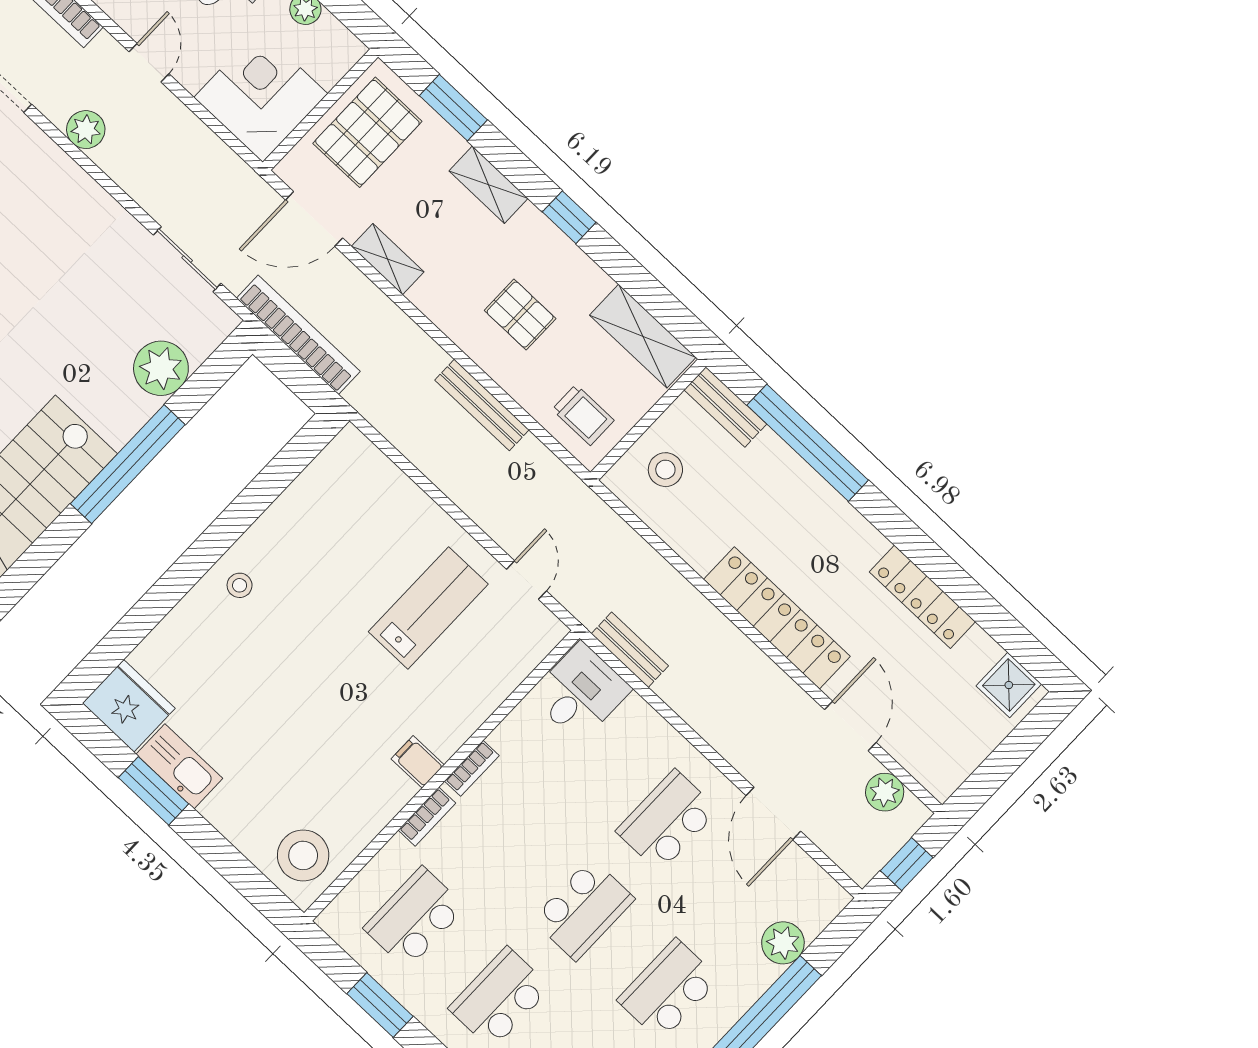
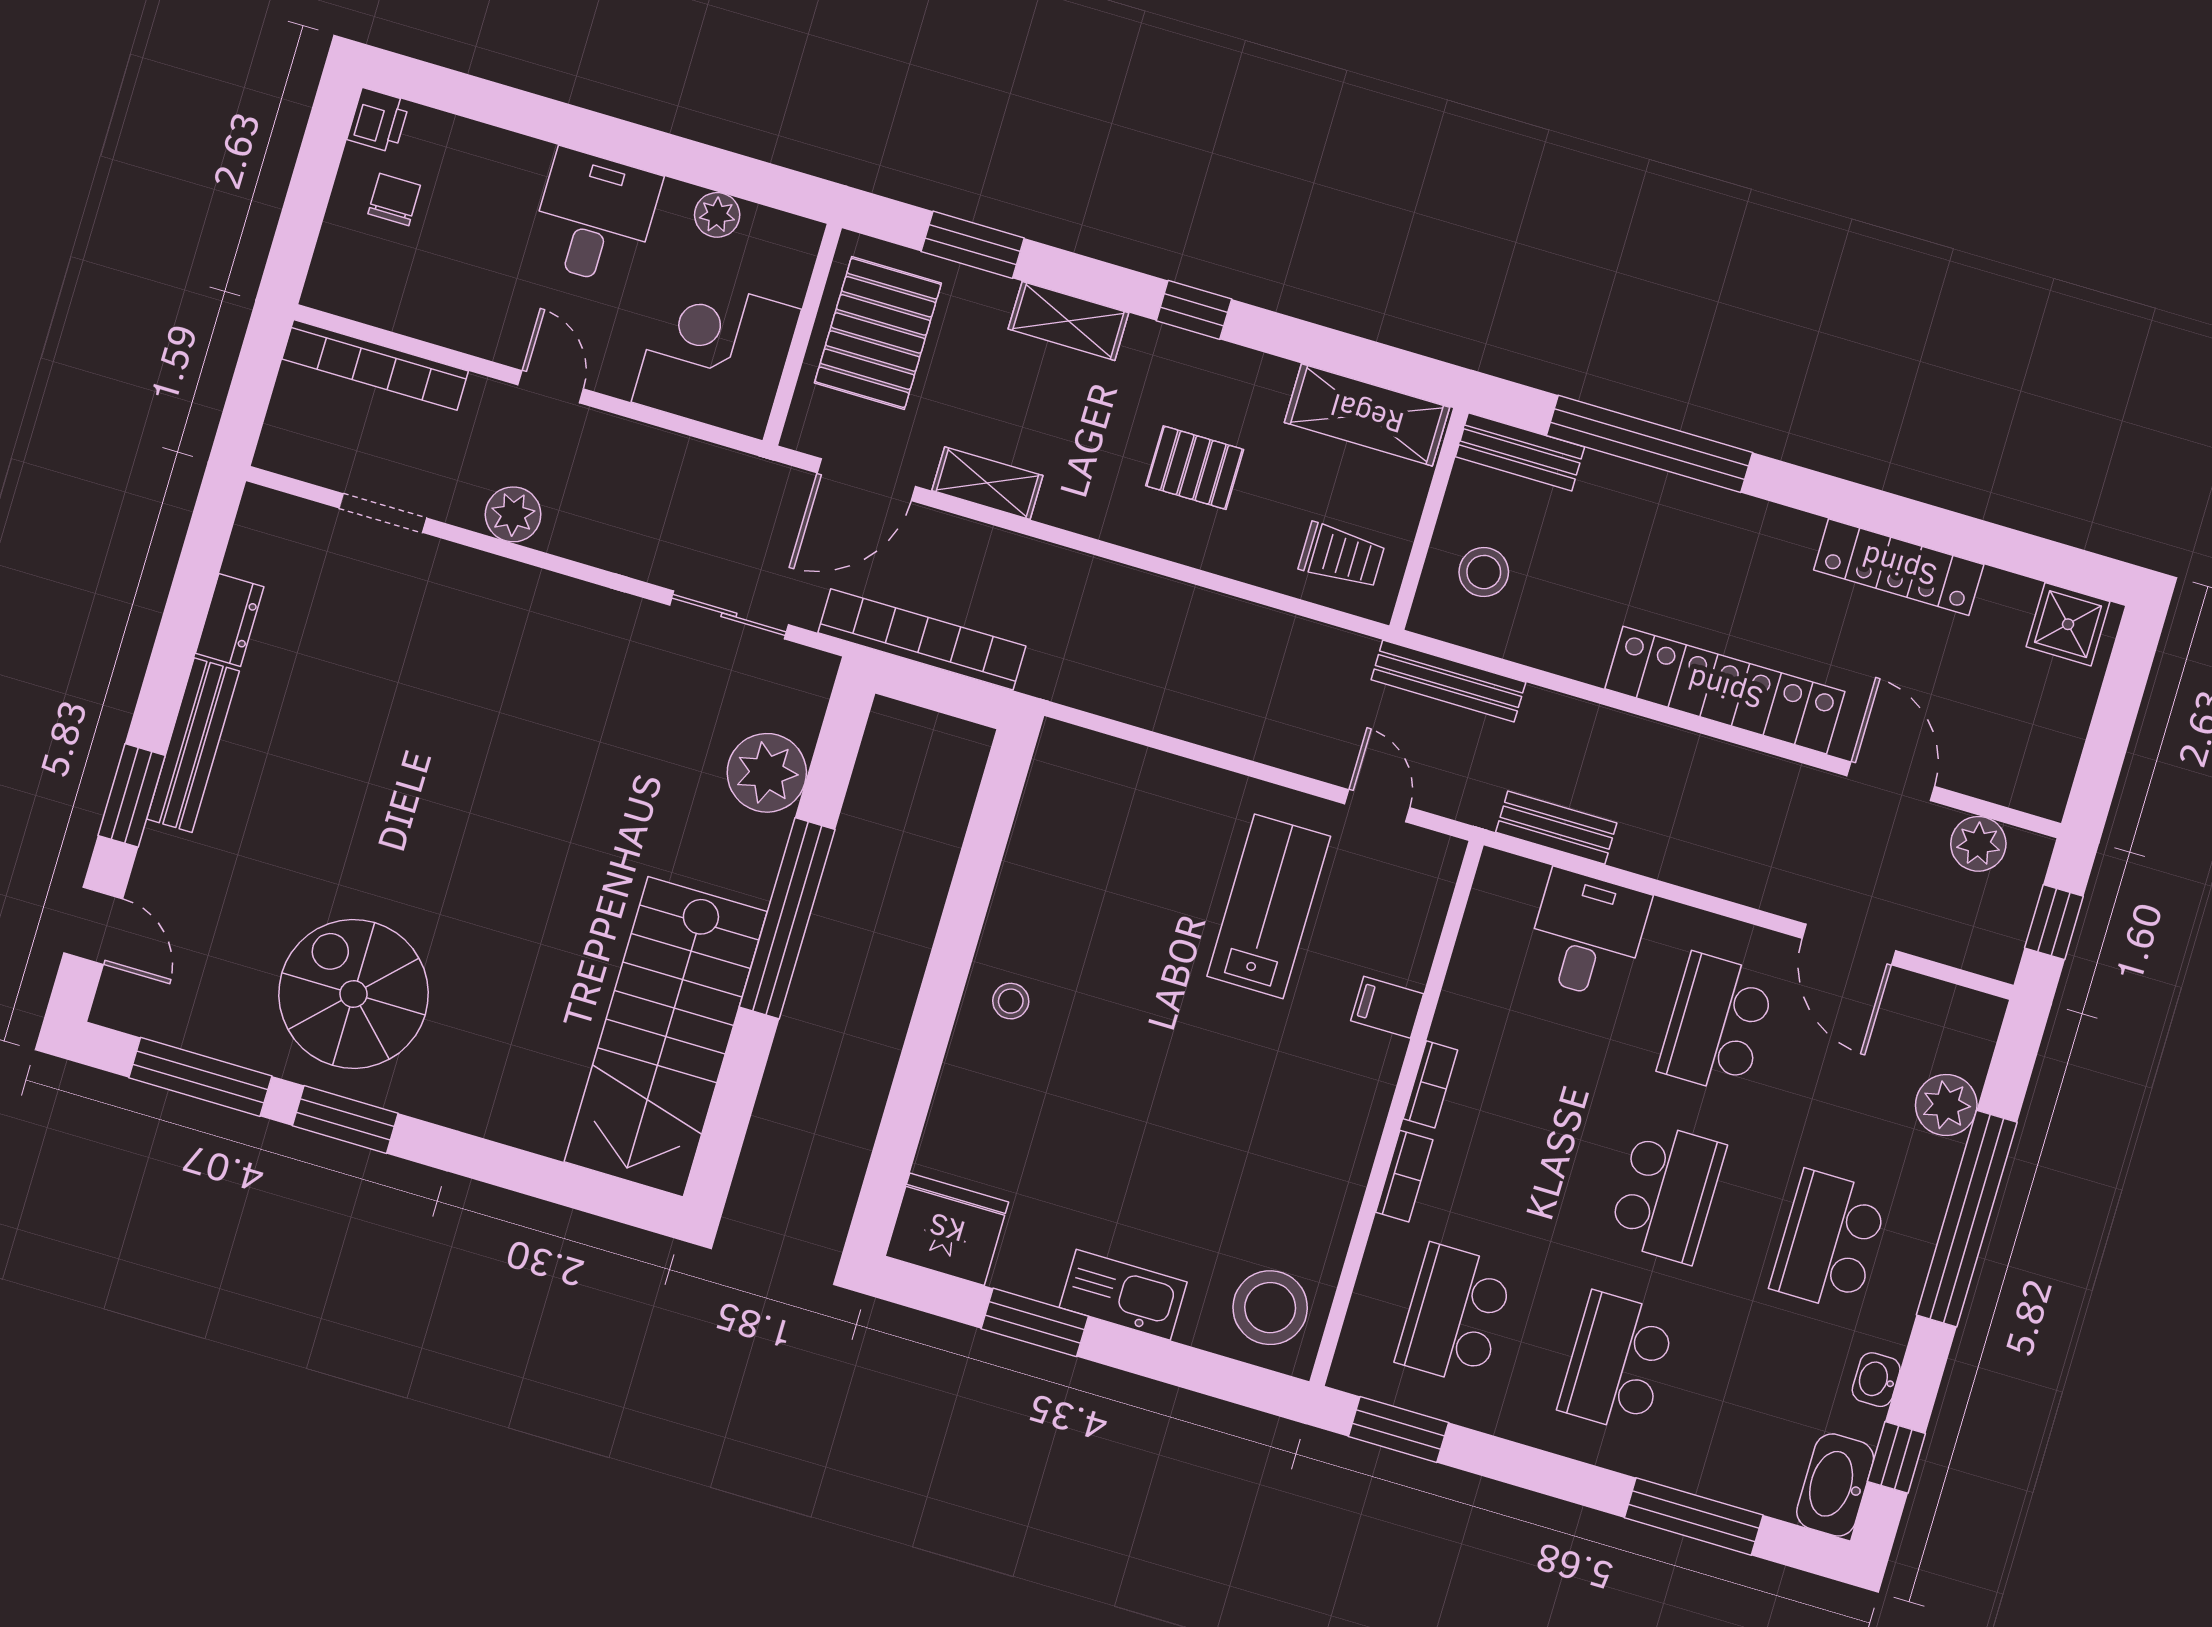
bench: (482, 405) -> (1448, 681), moved
desk: (580, 692) -> (1587, 935), moved
filing cabinet: (418, 762) -> (1387, 1007), moved
kitchen sink: (179, 766) -> (1123, 1295), moved
window: (380, 1005) -> (1398, 1429), moved

